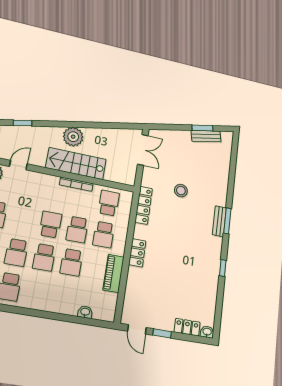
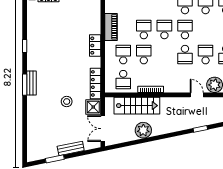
bench: (206, 136) -> (71, 148), moved
plant: (73, 137) -> (143, 130), moved
stairs: (76, 164) -> (137, 106), moved
door: (18, 165) -> (197, 95), swing flipped
shower: (150, 177) -> (93, 107), added
school desk: (50, 224) -> (185, 55), moved

